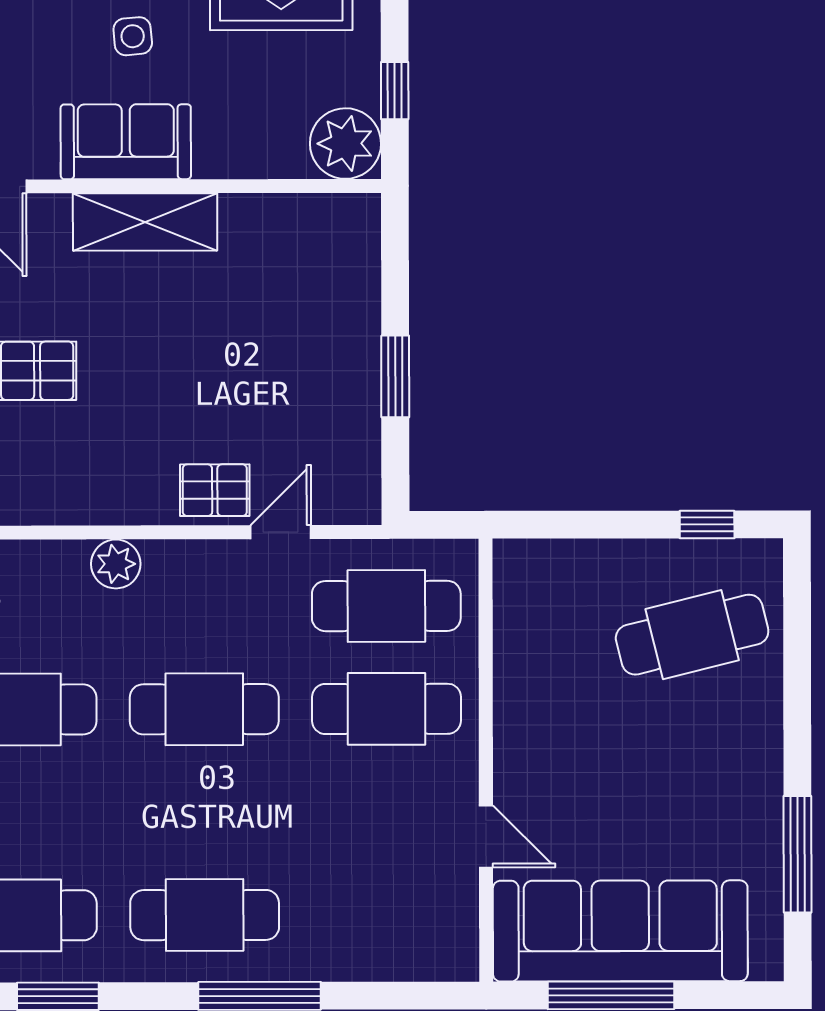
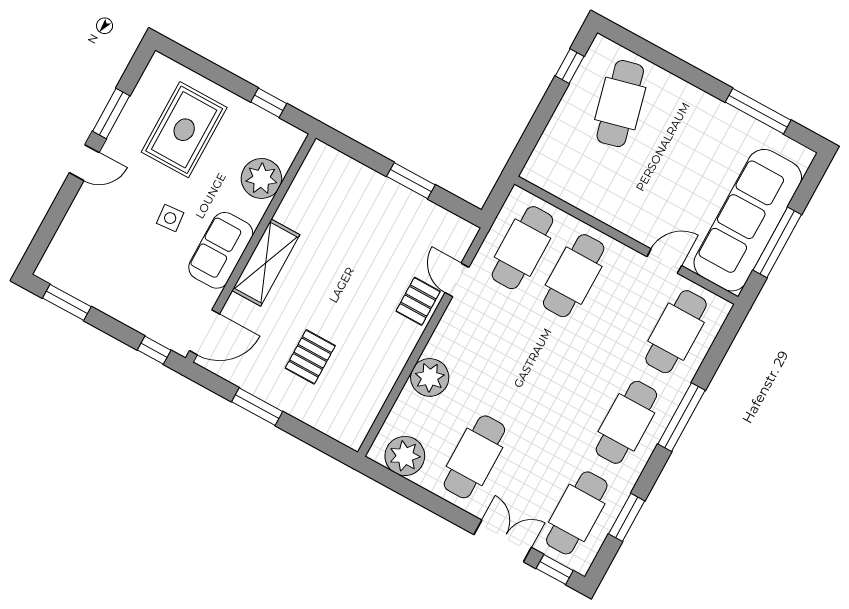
plant: (345, 144) -> (261, 178), moved
plant: (116, 564) -> (430, 377), width x1.36, depth x1.36
cafe table: (204, 709) -> (676, 332), moved

